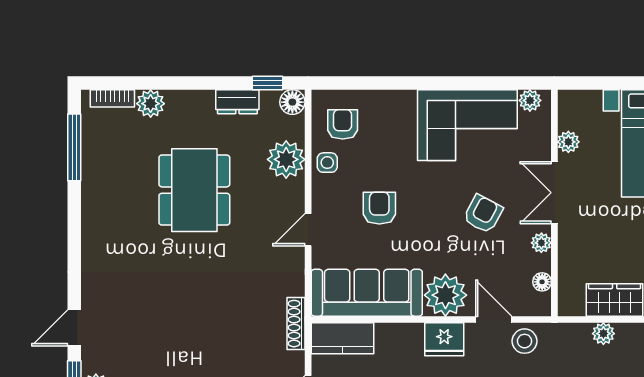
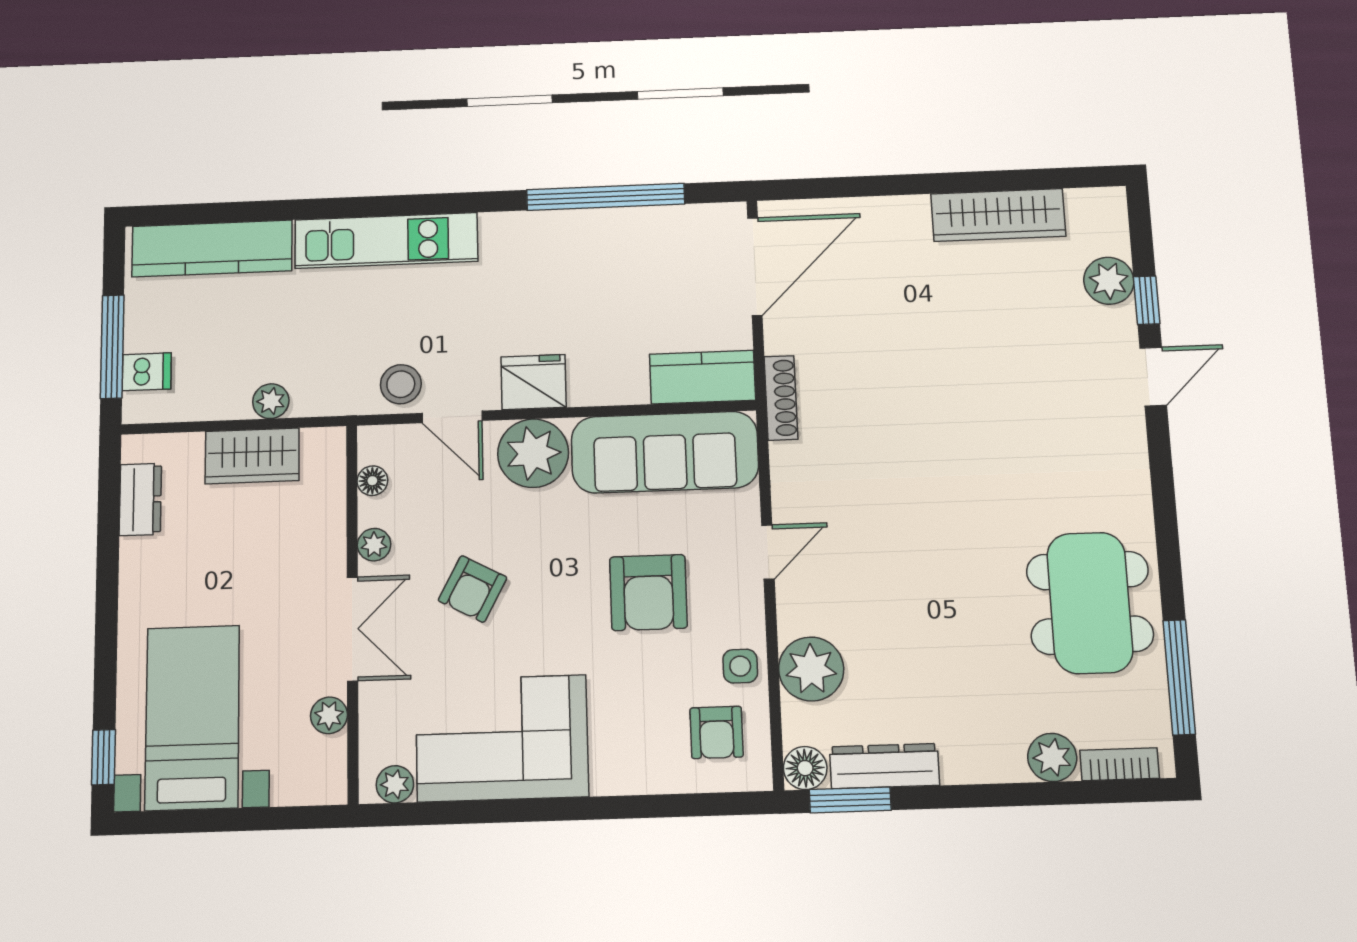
window: (267, 83) -> (850, 800), width x1.50
dresser: (237, 102) -> (884, 766), width x1.44
dining table: (194, 190) -> (1090, 603), moved
armchair: (379, 208) -> (648, 593), width x1.38, depth x1.38

